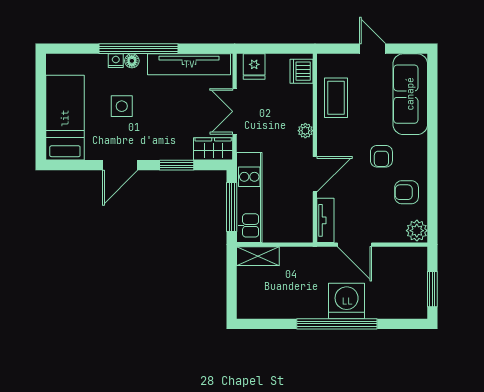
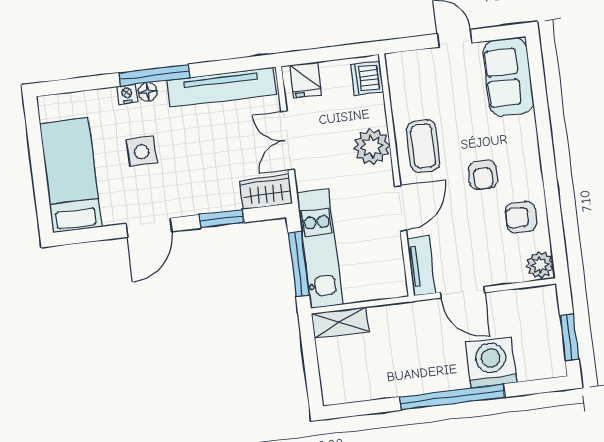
window: (139, 49) -> (154, 75), width x0.68
sofa: (410, 94) -> (508, 77), width x0.73
coffee table: (336, 98) -> (423, 146), moved
plant: (305, 131) -> (372, 147), width x1.88, depth x1.88
washing machine: (347, 301) -> (491, 362), moved

